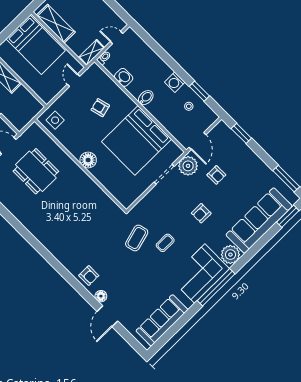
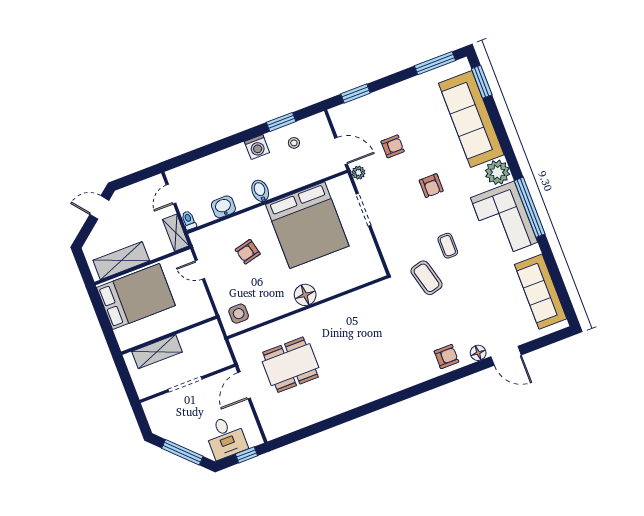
plant: (188, 166) -> (358, 173), width x0.53, depth x0.53

